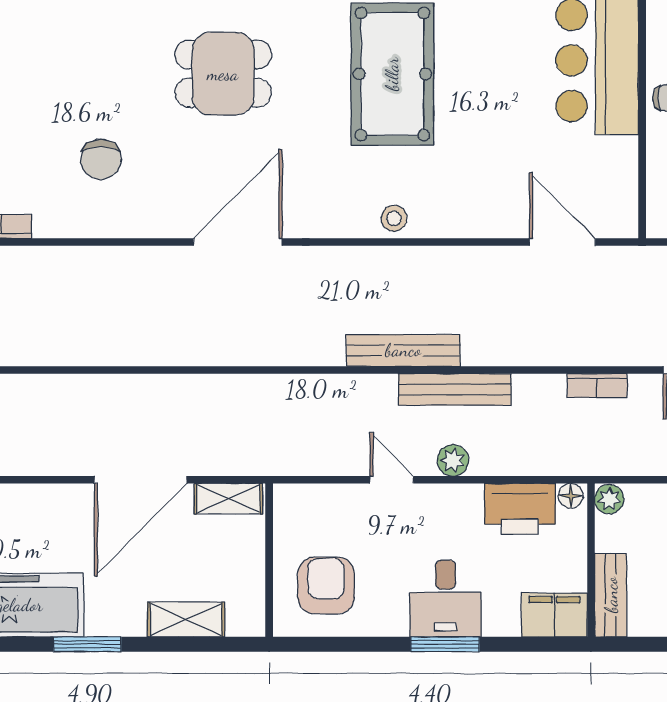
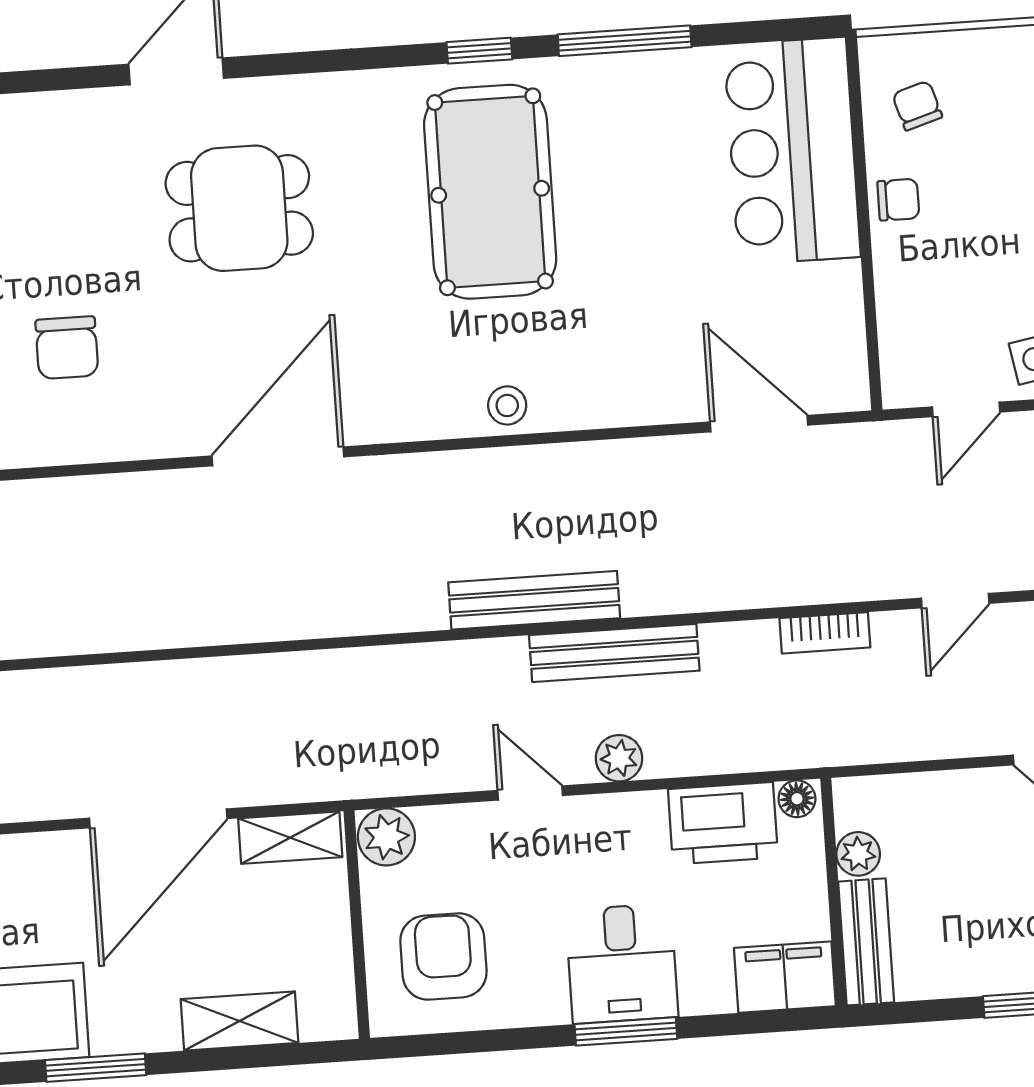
plant: (609, 499) -> (858, 854), moved
plant: (293, 503) -> (386, 837), added

